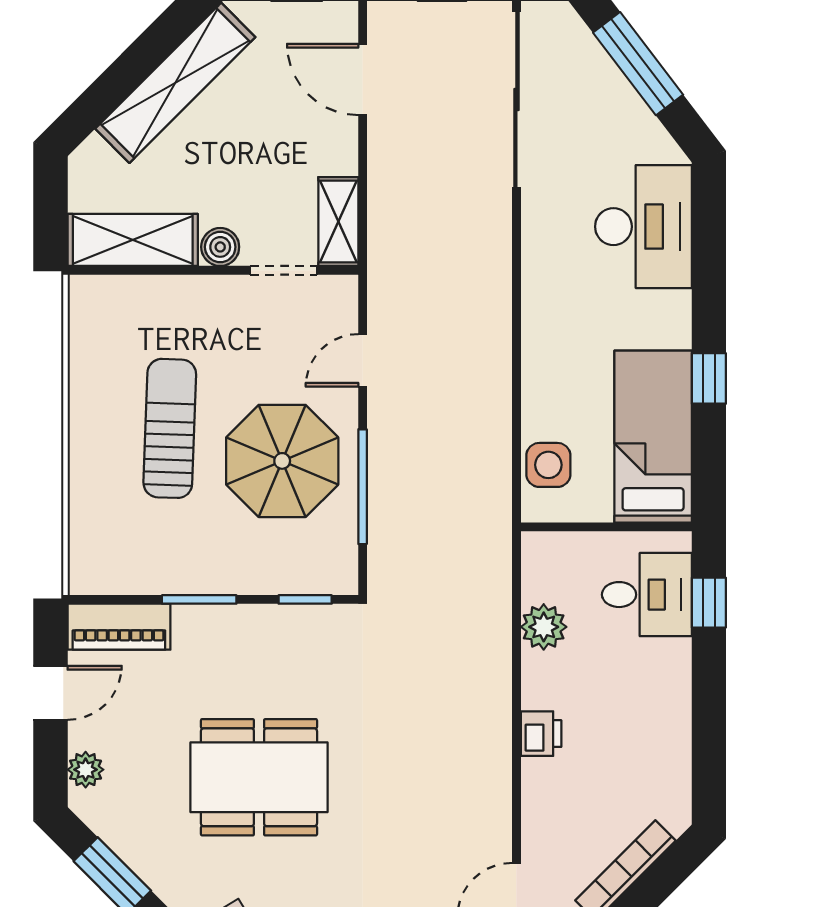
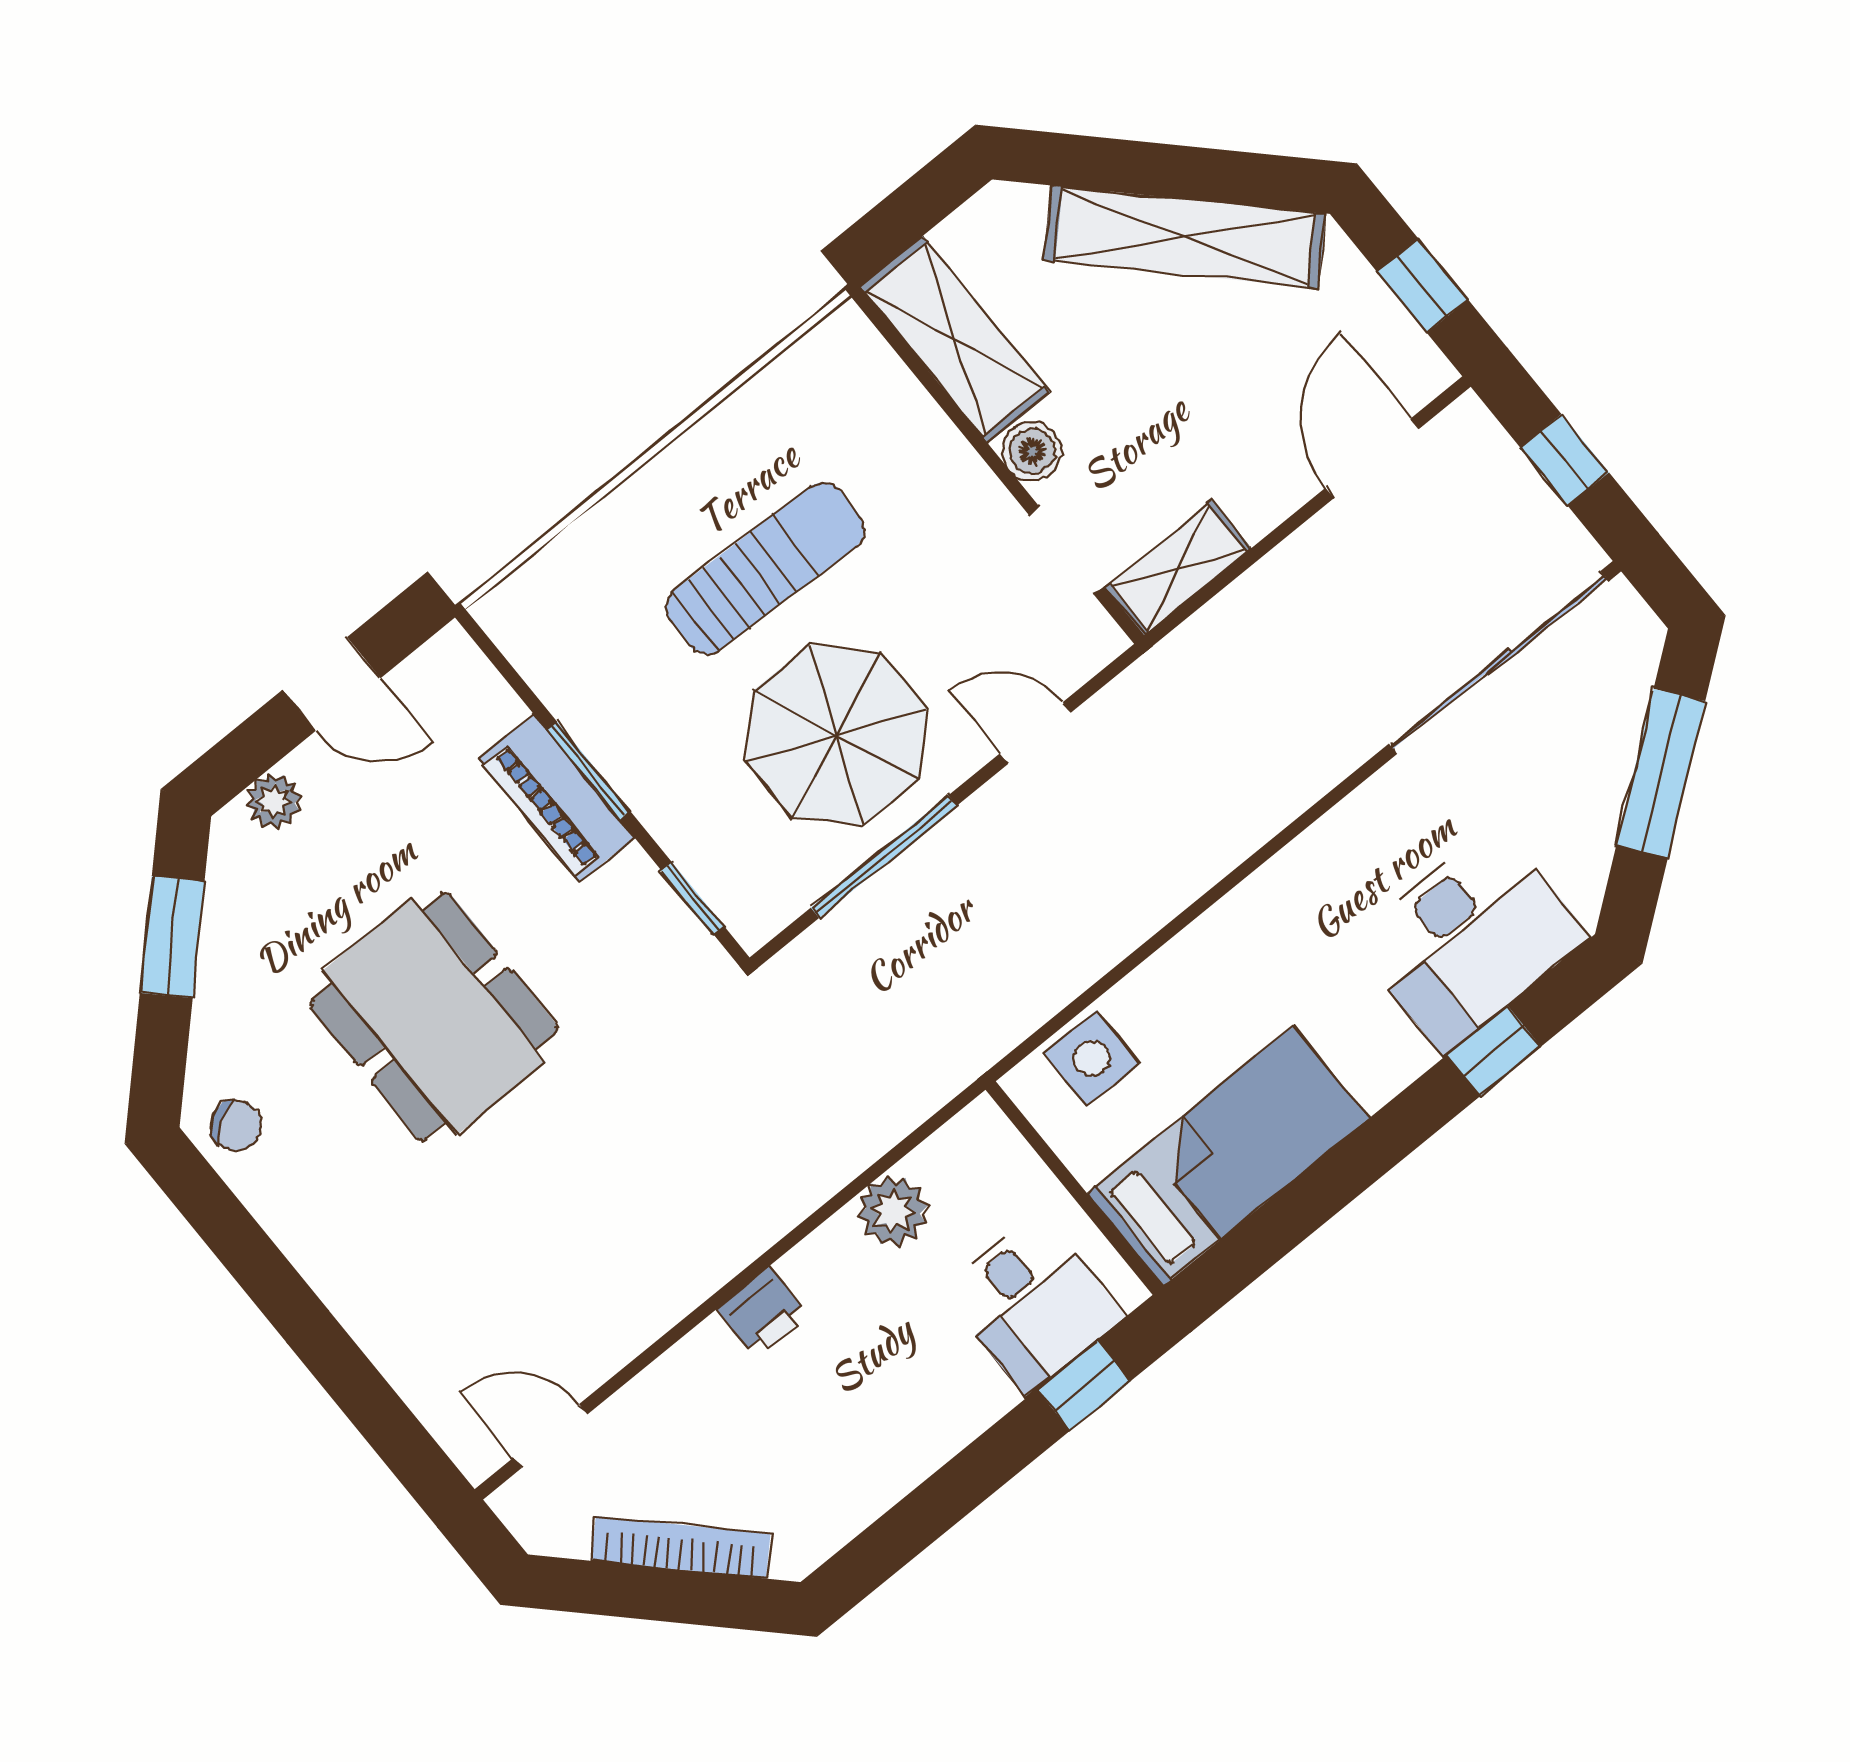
window: (709, 378) -> (1494, 1051), moved
piano: (119, 627) -> (557, 798), moved

